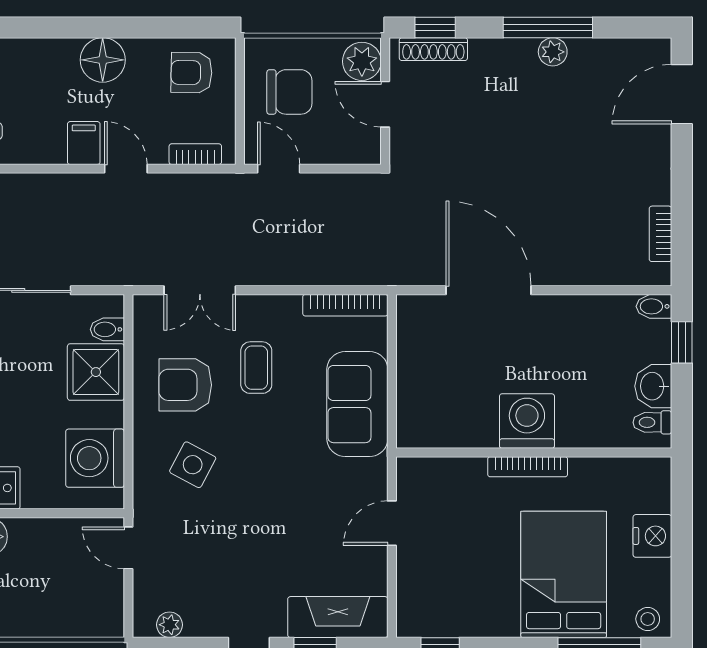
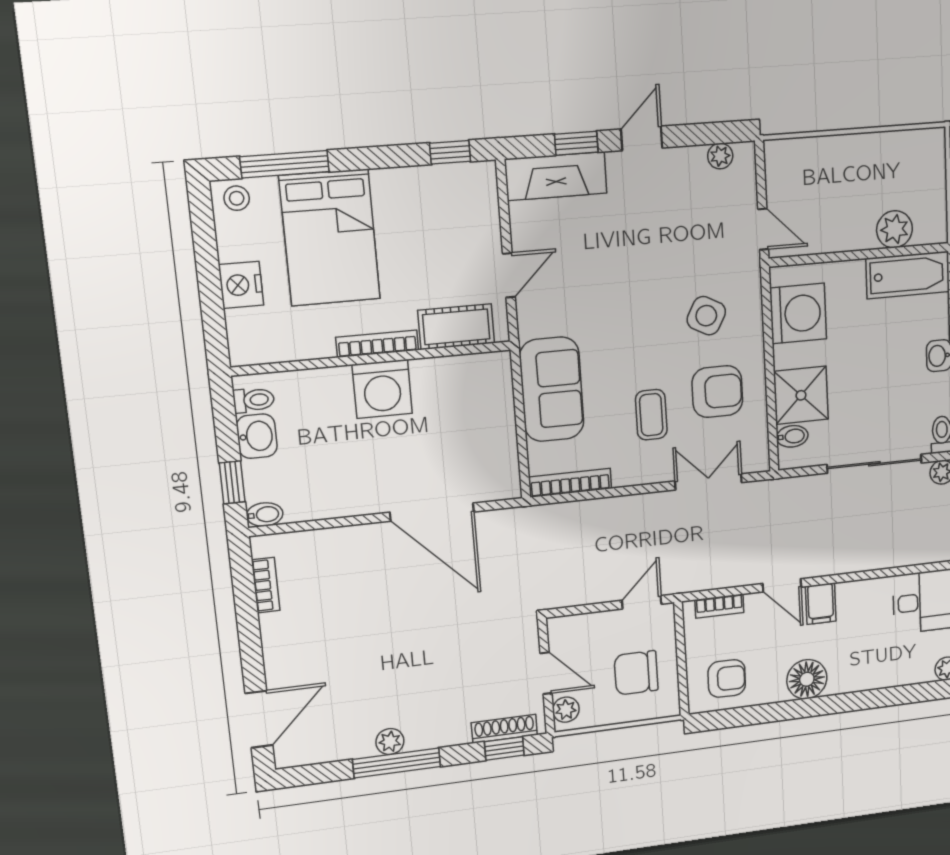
plant: (362, 61) -> (566, 710), width x0.73, depth x0.73
door: (279, 169) -> (642, 602), swing flipped
cot: (448, 476) -> (456, 327), added

